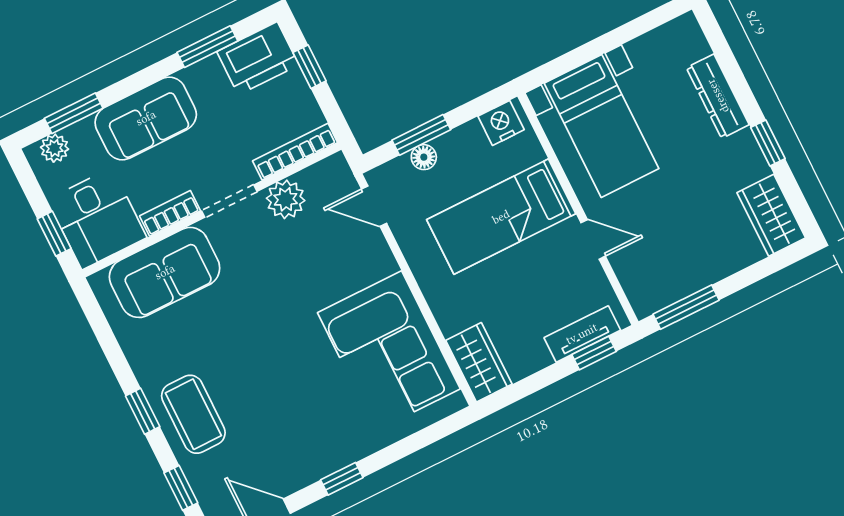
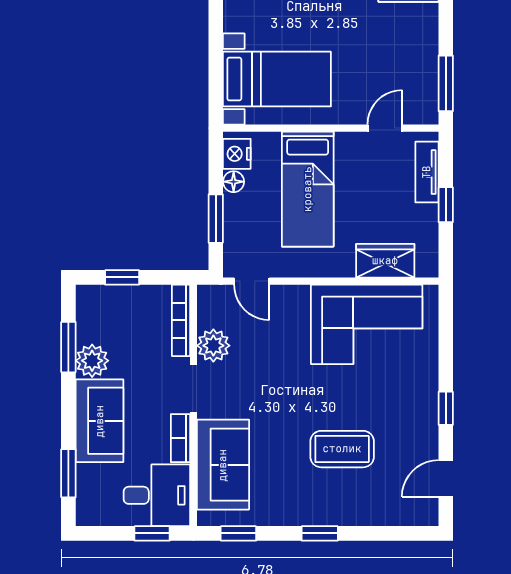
printer: (258, 58) -> (96, 313), removed
plant: (55, 148) -> (92, 361), moved, width x1.38, depth x1.38
floor lamp: (424, 157) -> (234, 182), moved
door: (374, 206) -> (252, 281), hinge flipped
door: (593, 239) -> (385, 128), moved
window: (594, 353) -> (446, 205), moved
wardrobe: (479, 362) -> (385, 261), moved
coffee table: (193, 414) -> (342, 449), moved
window: (181, 488) -> (238, 533), moved

